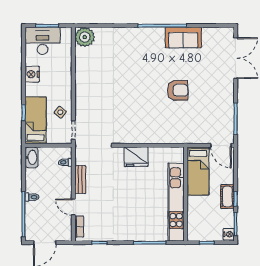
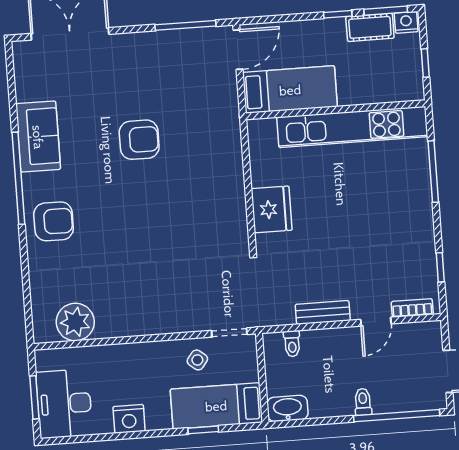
plant: (85, 37) -> (75, 322), moved
armchair: (138, 42) -> (54, 221), added
armchair: (178, 90) -> (139, 140), turned 90
cot: (227, 197) -> (370, 27), moved

